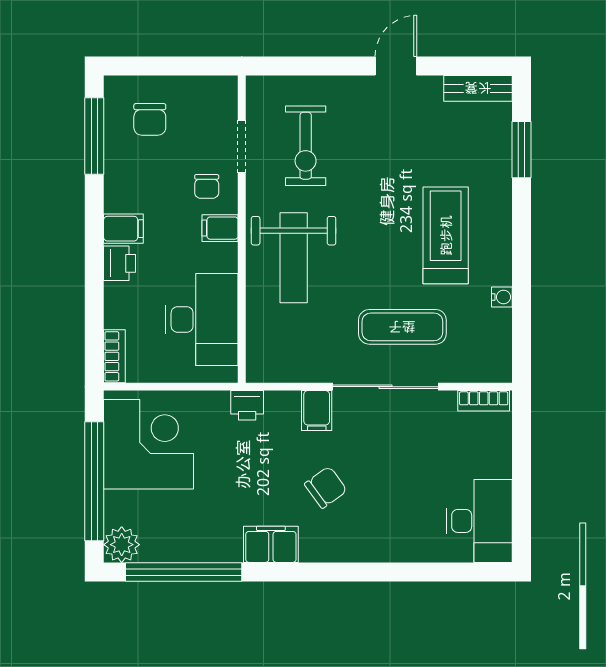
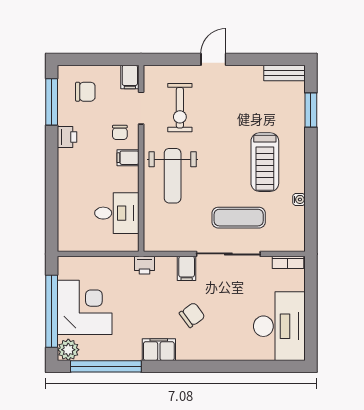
door: (396, 66) -> (213, 59), moved
chair: (150, 119) -> (85, 92), turned -90
filing cabinet: (123, 229) -> (130, 77), moved, turned 90
treadmill: (446, 235) -> (265, 162), turned 180
printer: (119, 263) -> (67, 137), moved
desk: (202, 319) -> (117, 213), width x0.73
bookcase: (114, 356) -> (64, 236), removed
corner desk: (149, 444) -> (85, 307), moved
desk: (479, 521) -> (279, 326), width x1.36, depth x1.30

